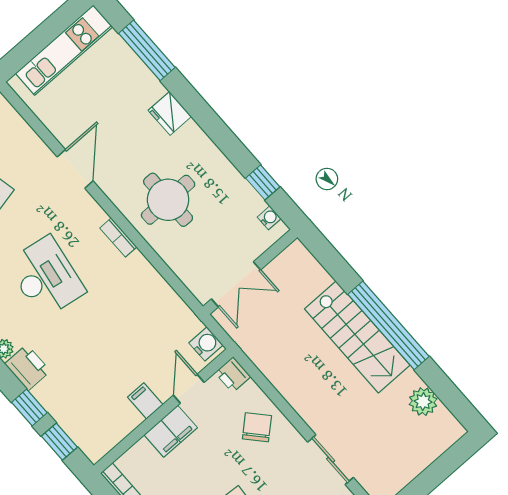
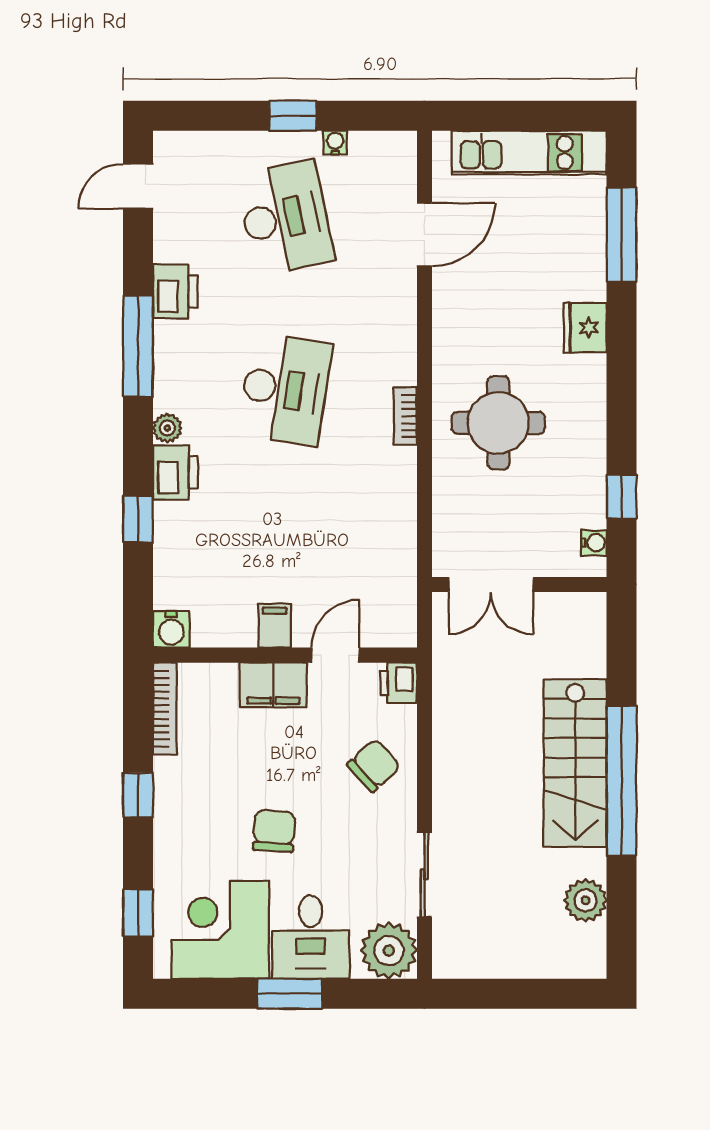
door: (75, 169) -> (424, 235), moved
water cooler: (206, 344) -> (171, 629), moved, turned 90
window: (59, 442) -> (138, 587), removed

